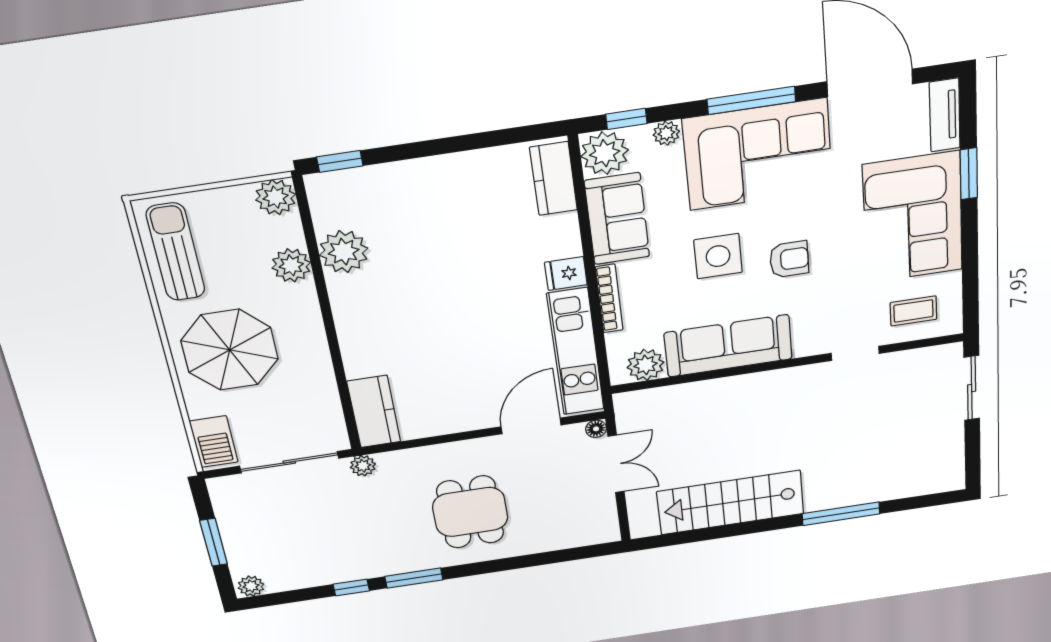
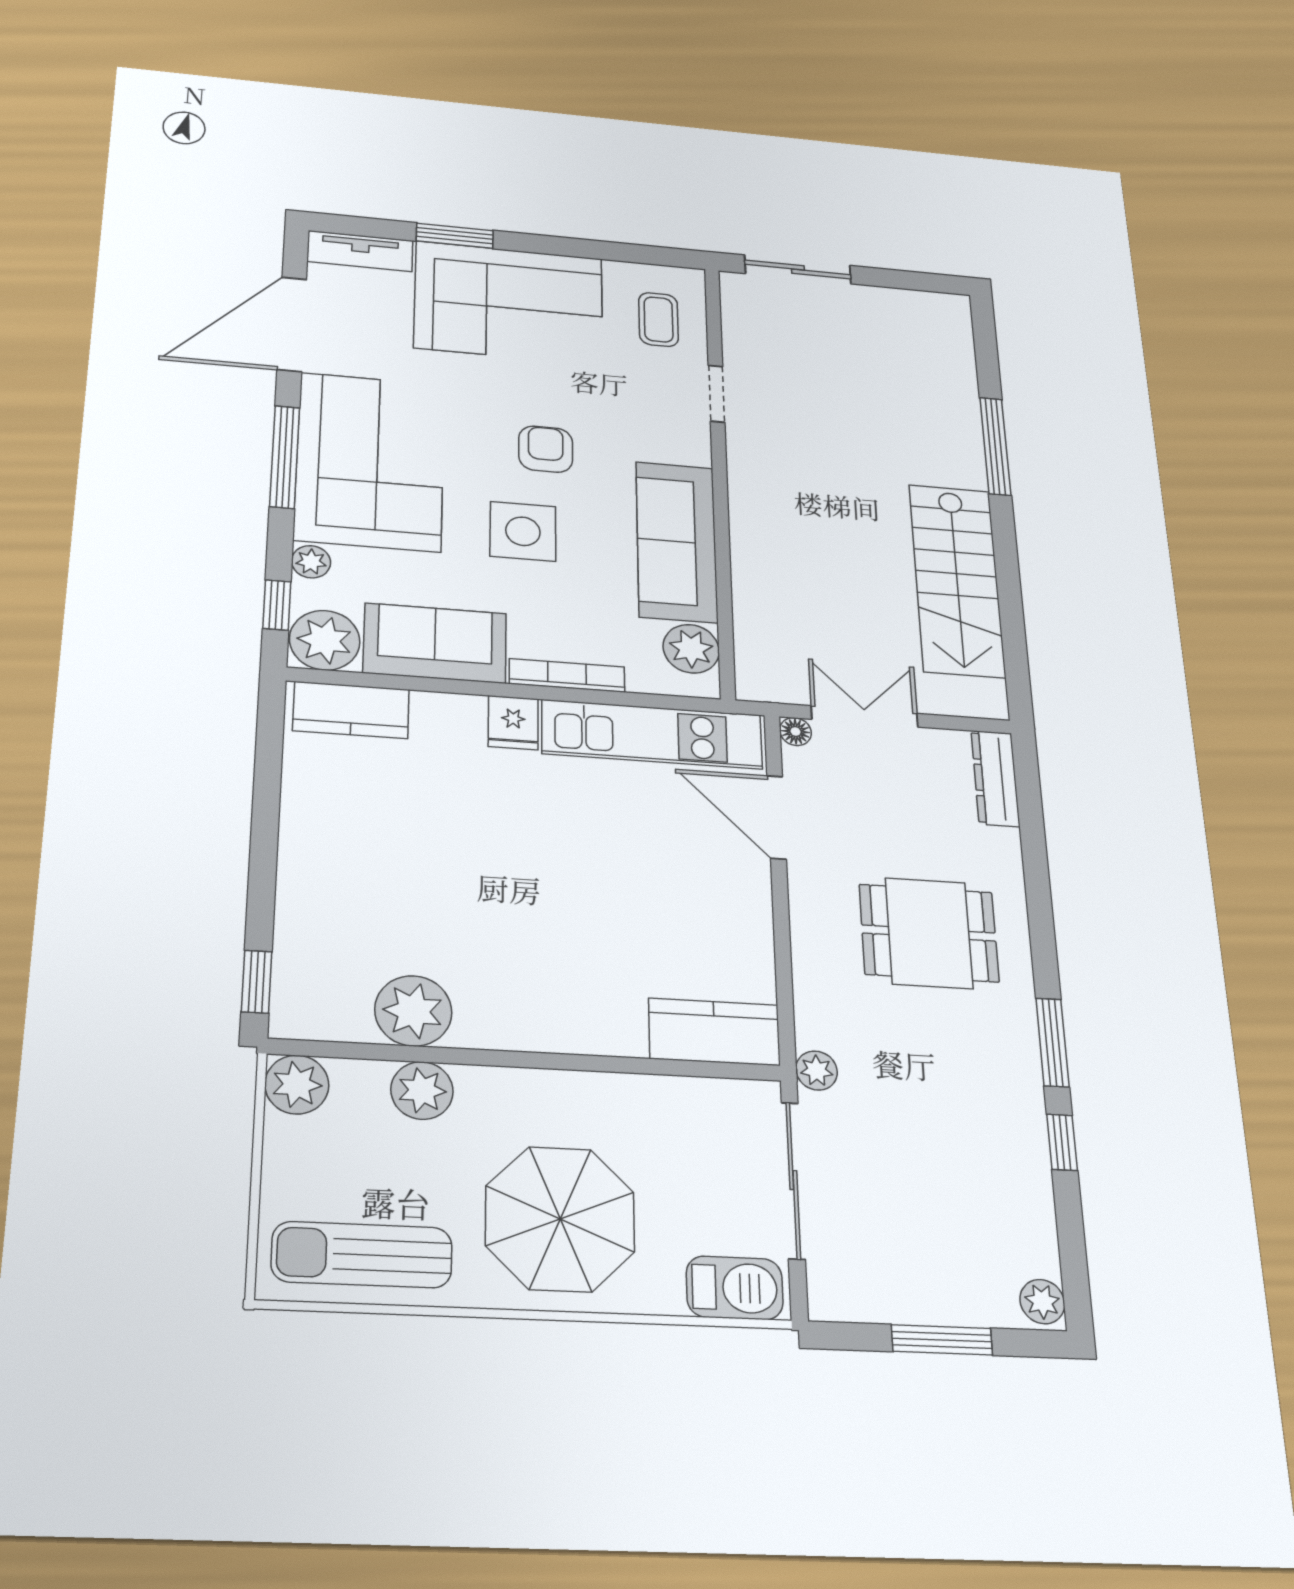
dresser: (587, 535) -> (995, 778), added

